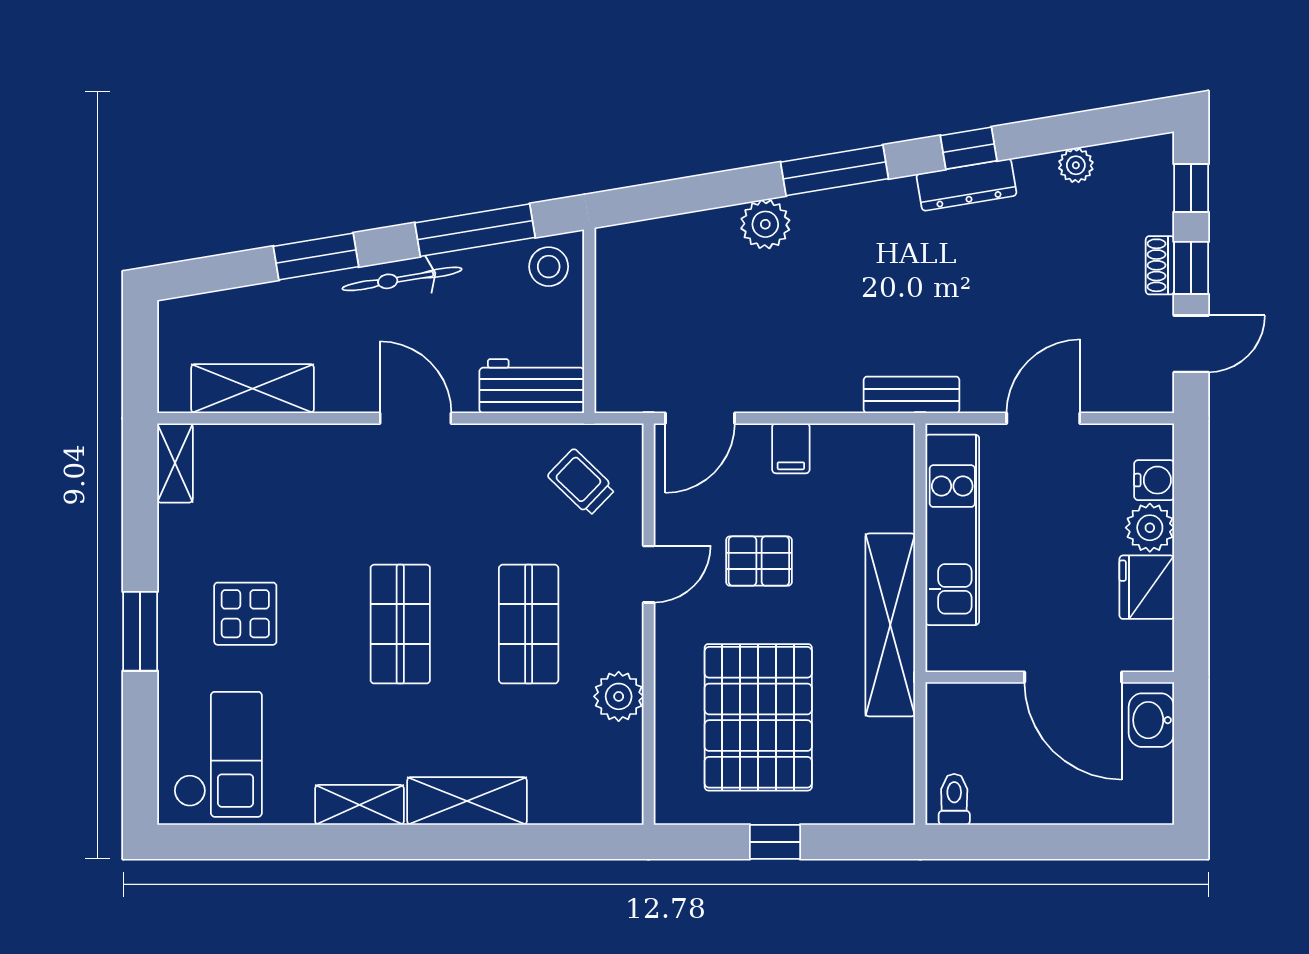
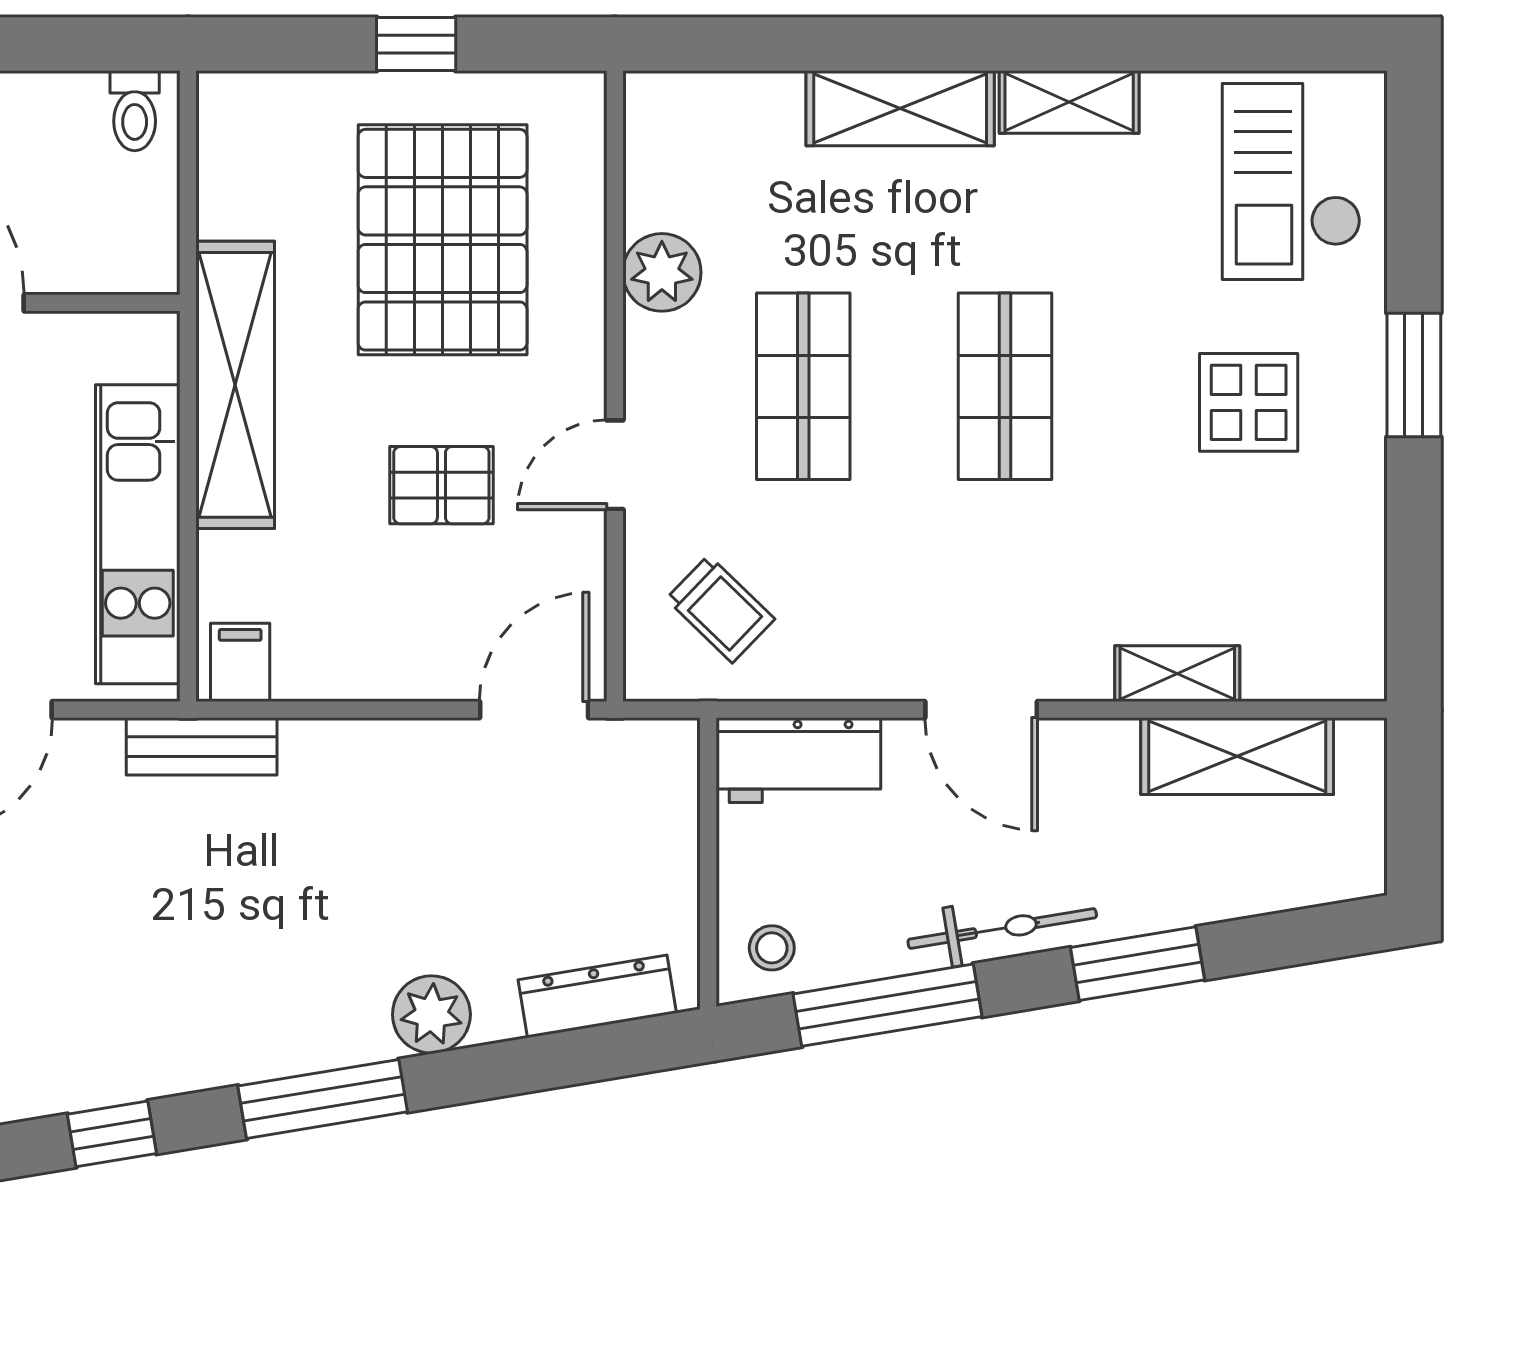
dresser: (967, 185) -> (597, 996), moved
stool: (549, 267) -> (772, 948), width x0.73, depth x0.73
filing cabinet: (791, 448) -> (240, 662), moved
shelving: (175, 463) -> (1177, 674), moved, turned 90

